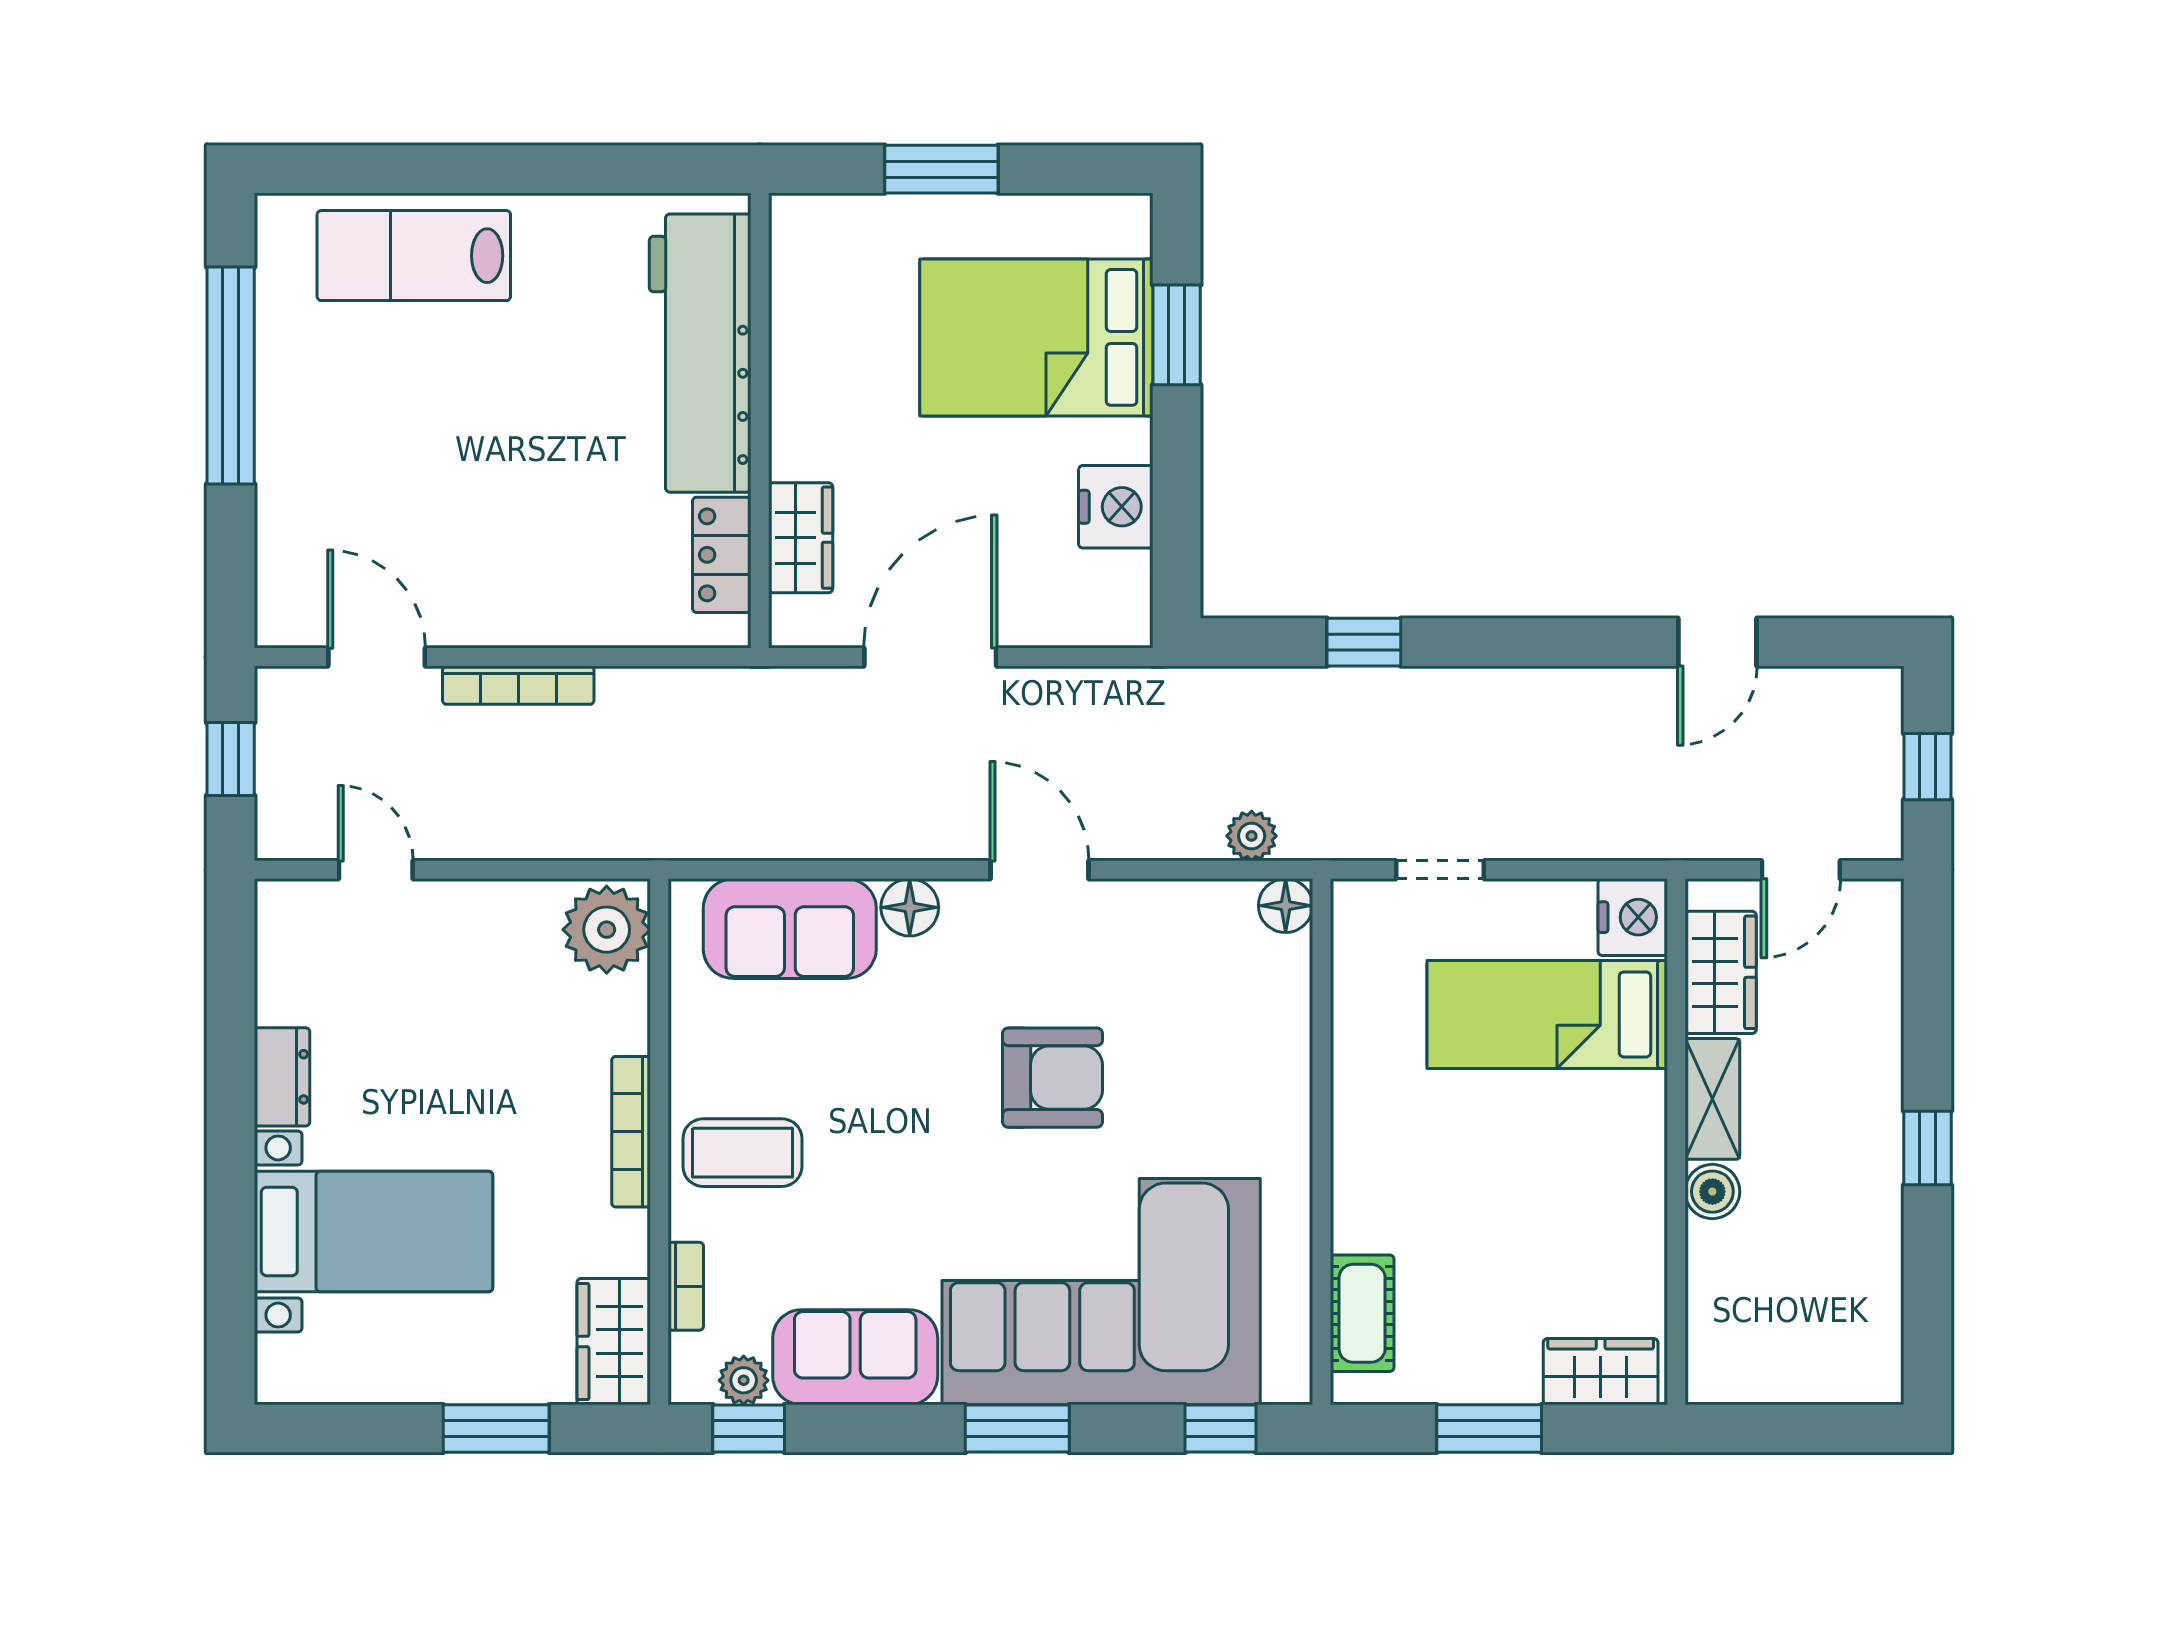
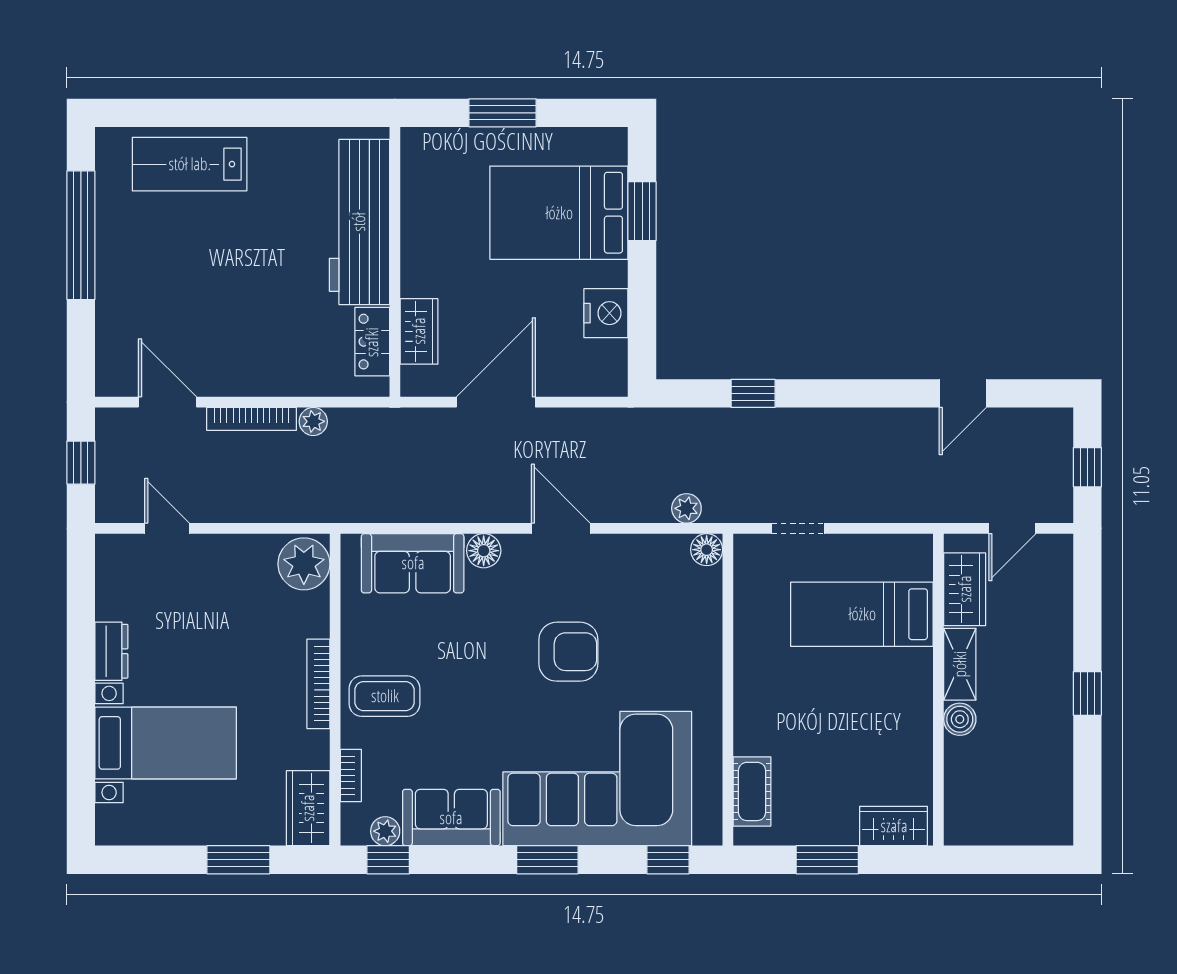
plant: (622, 689) -> (313, 421), added
nightstand: (1633, 917) -> (913, 556), removed

